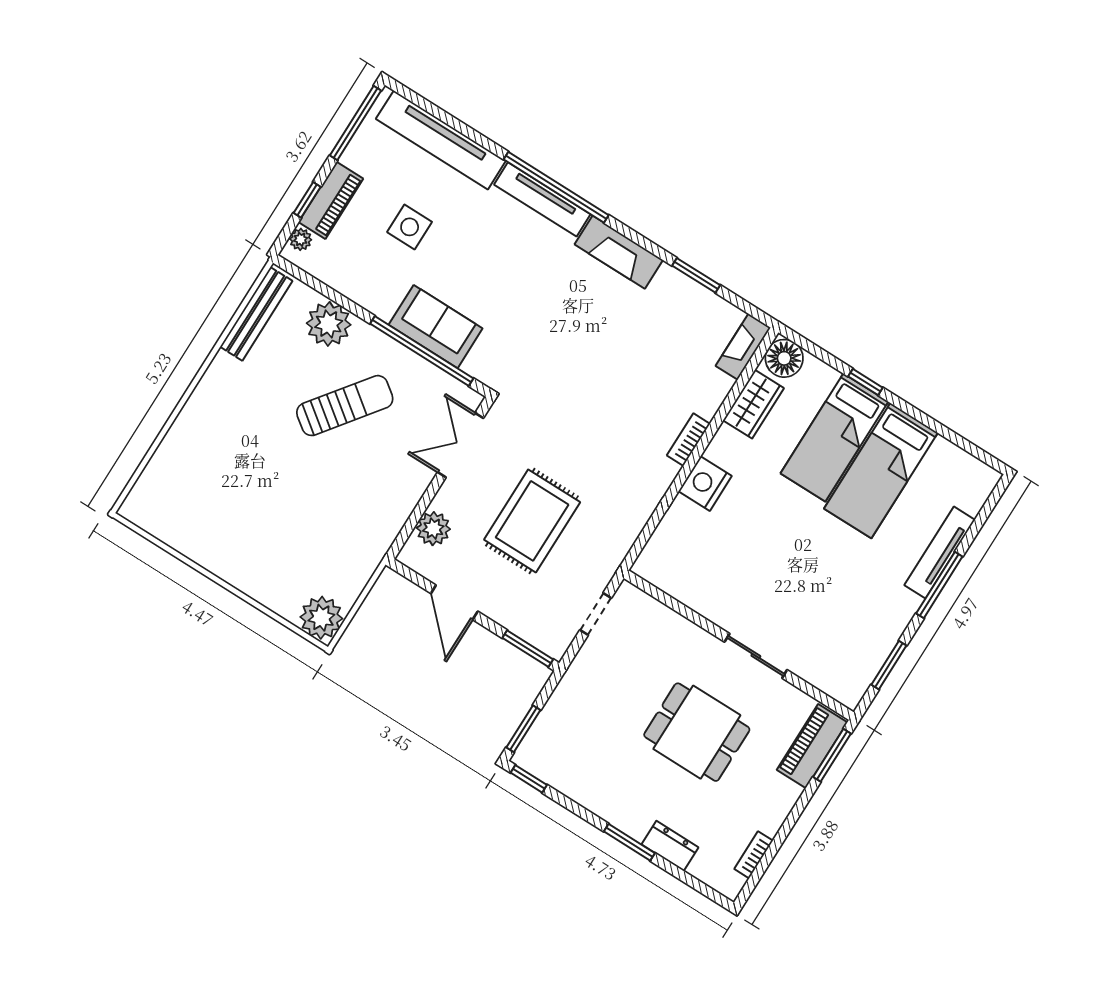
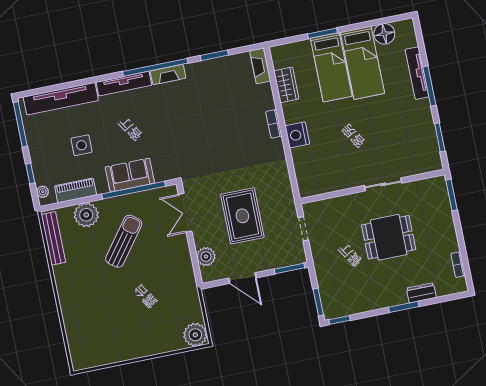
window: (556, 187) -> (155, 67), moved
piano: (331, 200) -> (76, 190), moved, turned -90
fireplace: (619, 252) -> (168, 75), width x0.73, depth x0.76
floor lamp: (784, 358) -> (384, 34), moved
window: (865, 382) -> (322, 33), width x1.50
piano: (812, 746) -> (440, 199), removed

